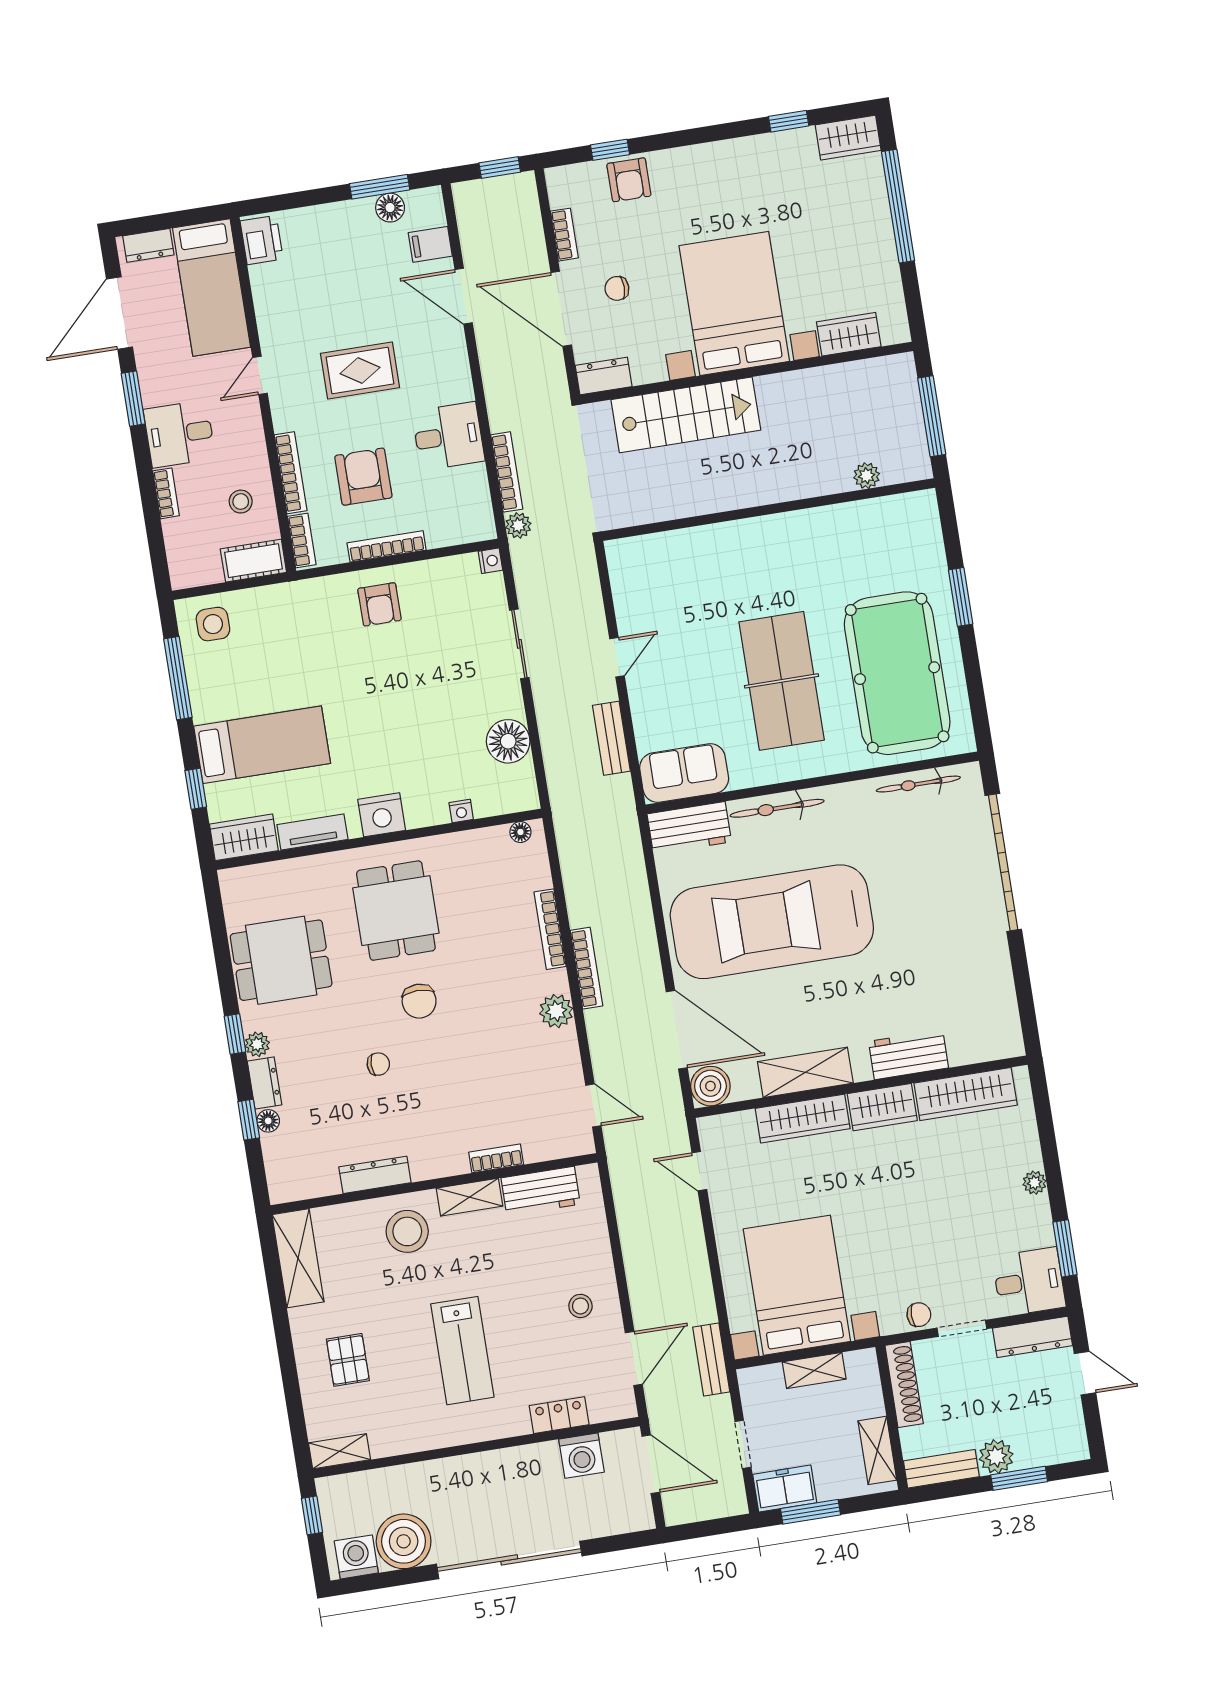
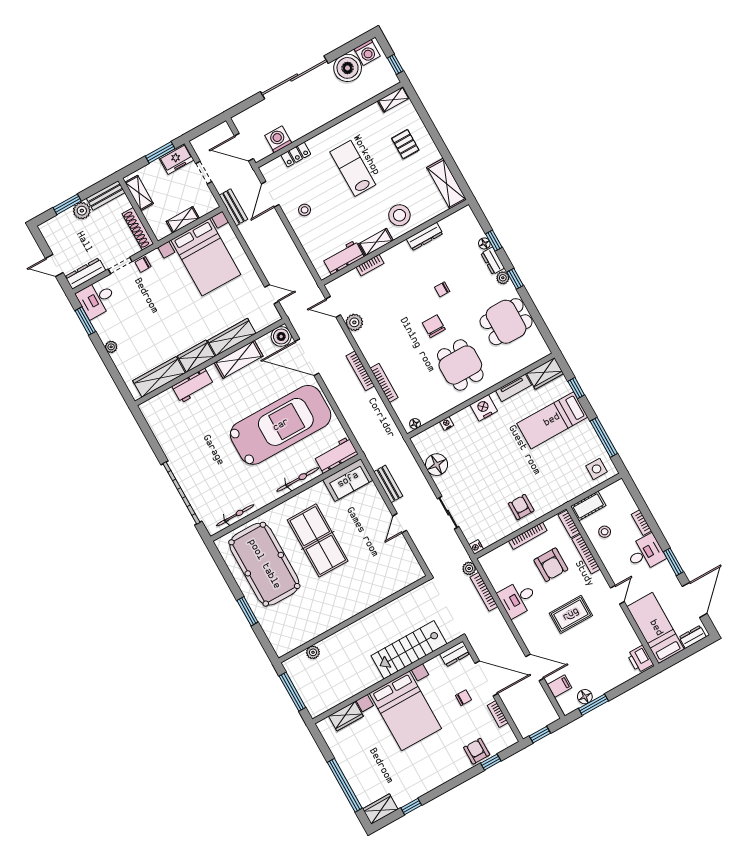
plant: (556, 1011) -> (354, 322), moved

